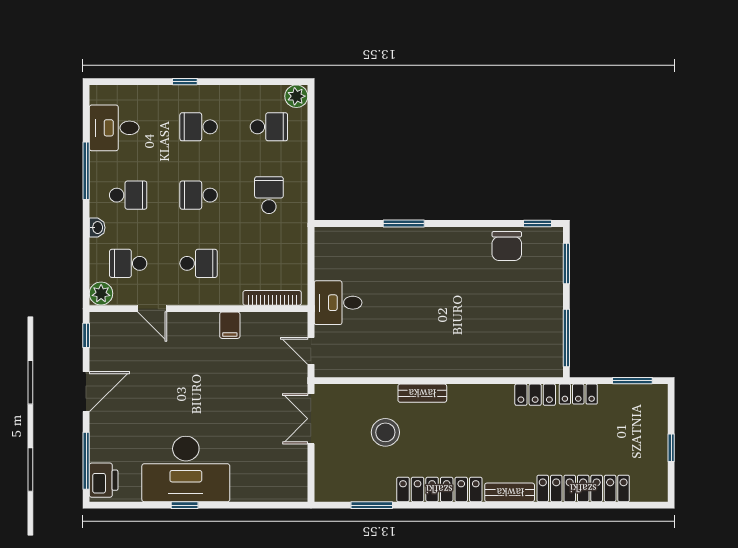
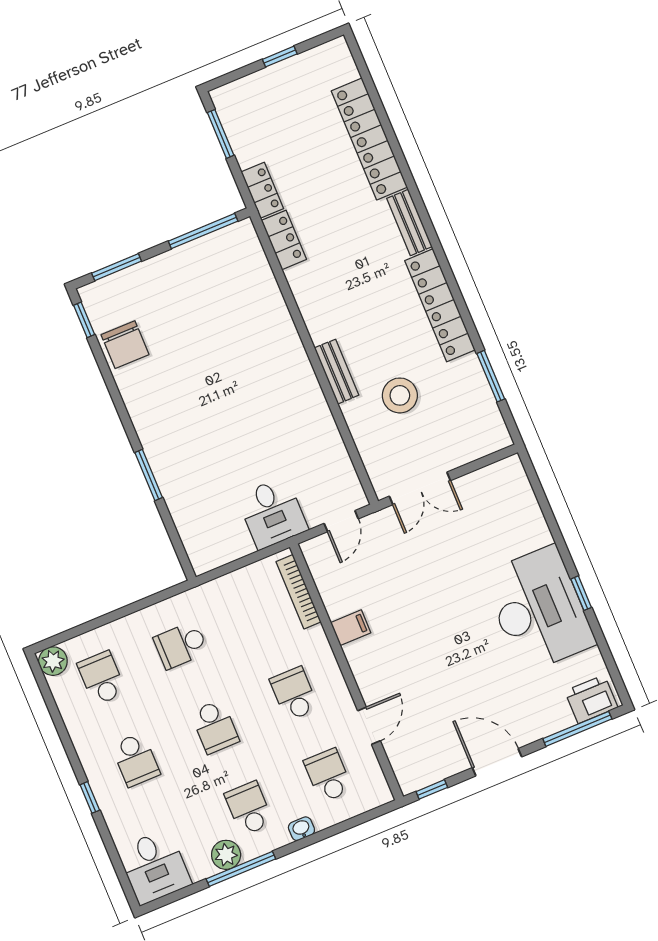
desk: (114, 128) -> (154, 867), moved
chair: (507, 246) -> (125, 345), turned 90
school desk: (128, 263) -> (328, 775), turned 180
plant: (101, 293) -> (226, 855), moved

